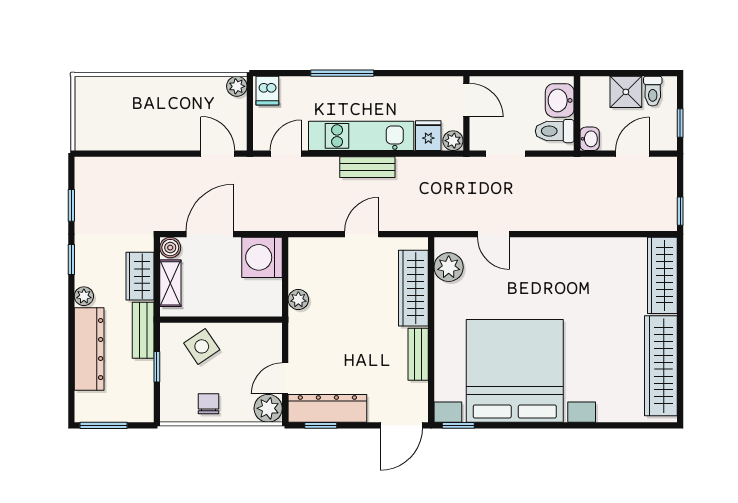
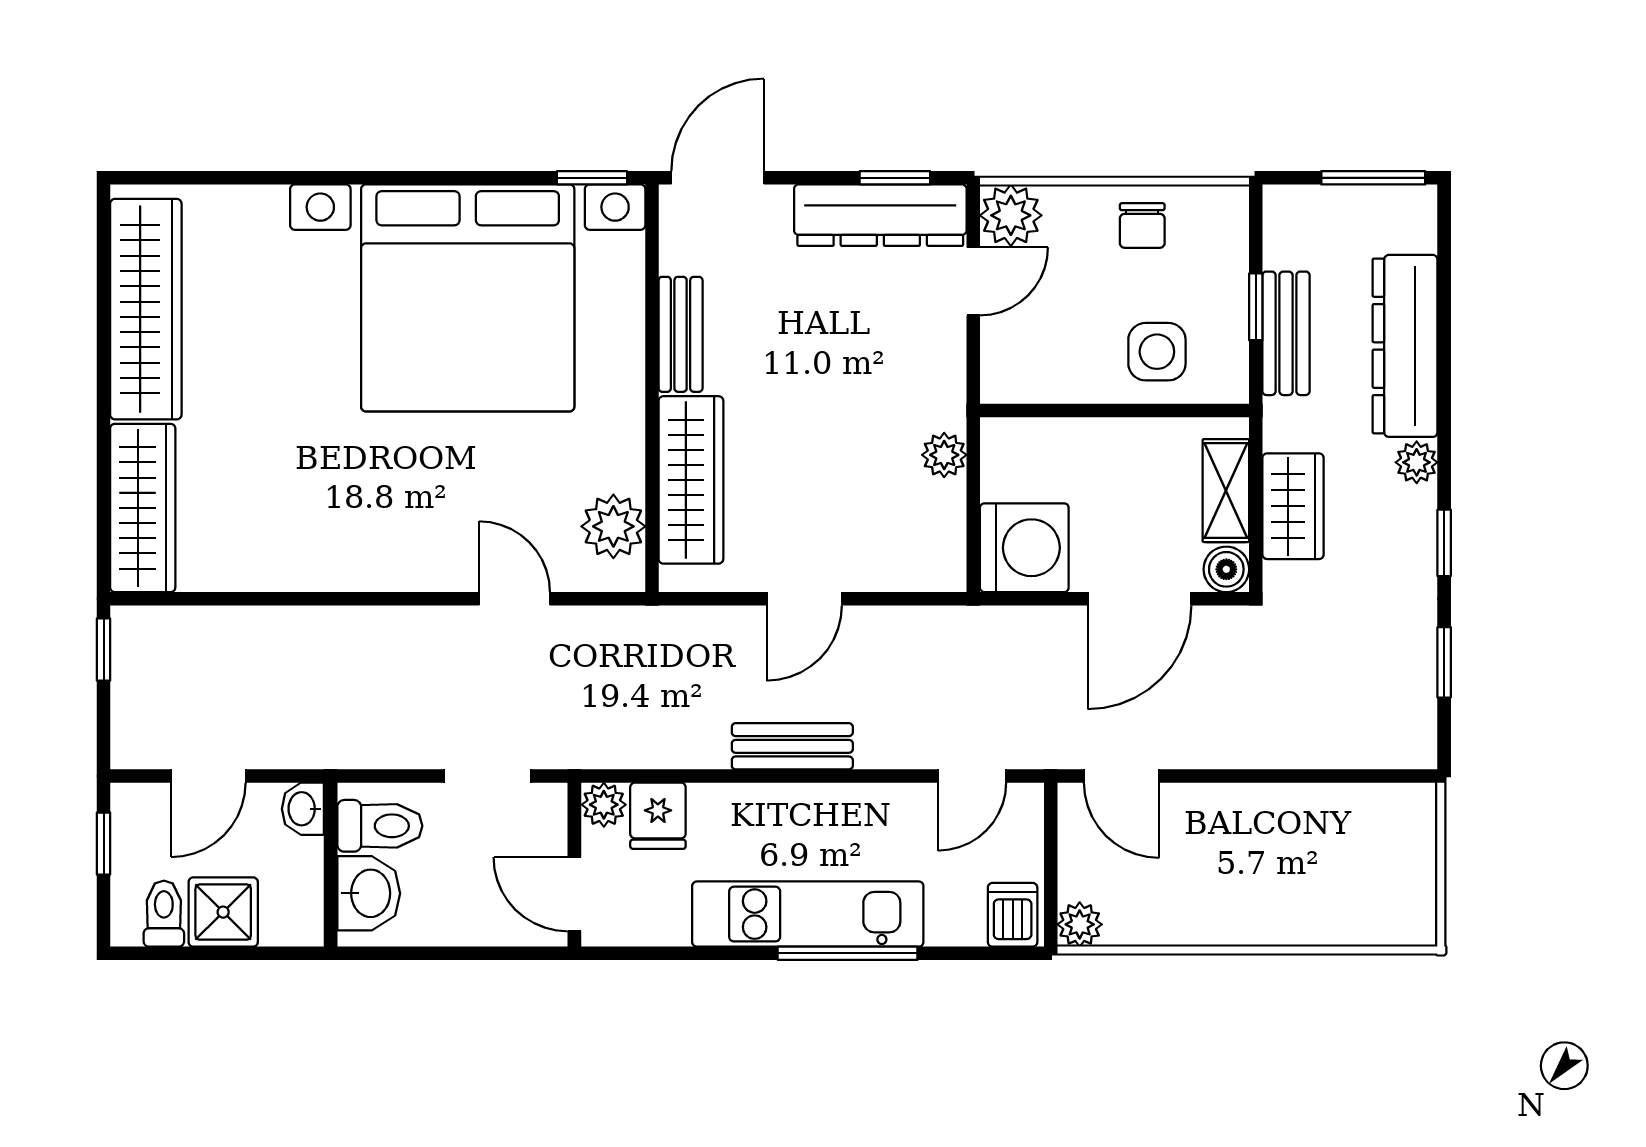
kitchen unit: (361, 136) -> (808, 914), moved, turned 180
bench: (143, 330) -> (1286, 333), moved
side table: (202, 346) -> (1157, 352), turned 34

